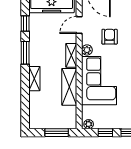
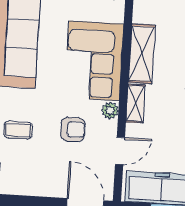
armchair: (110, 37) -> (73, 129), turned -90

